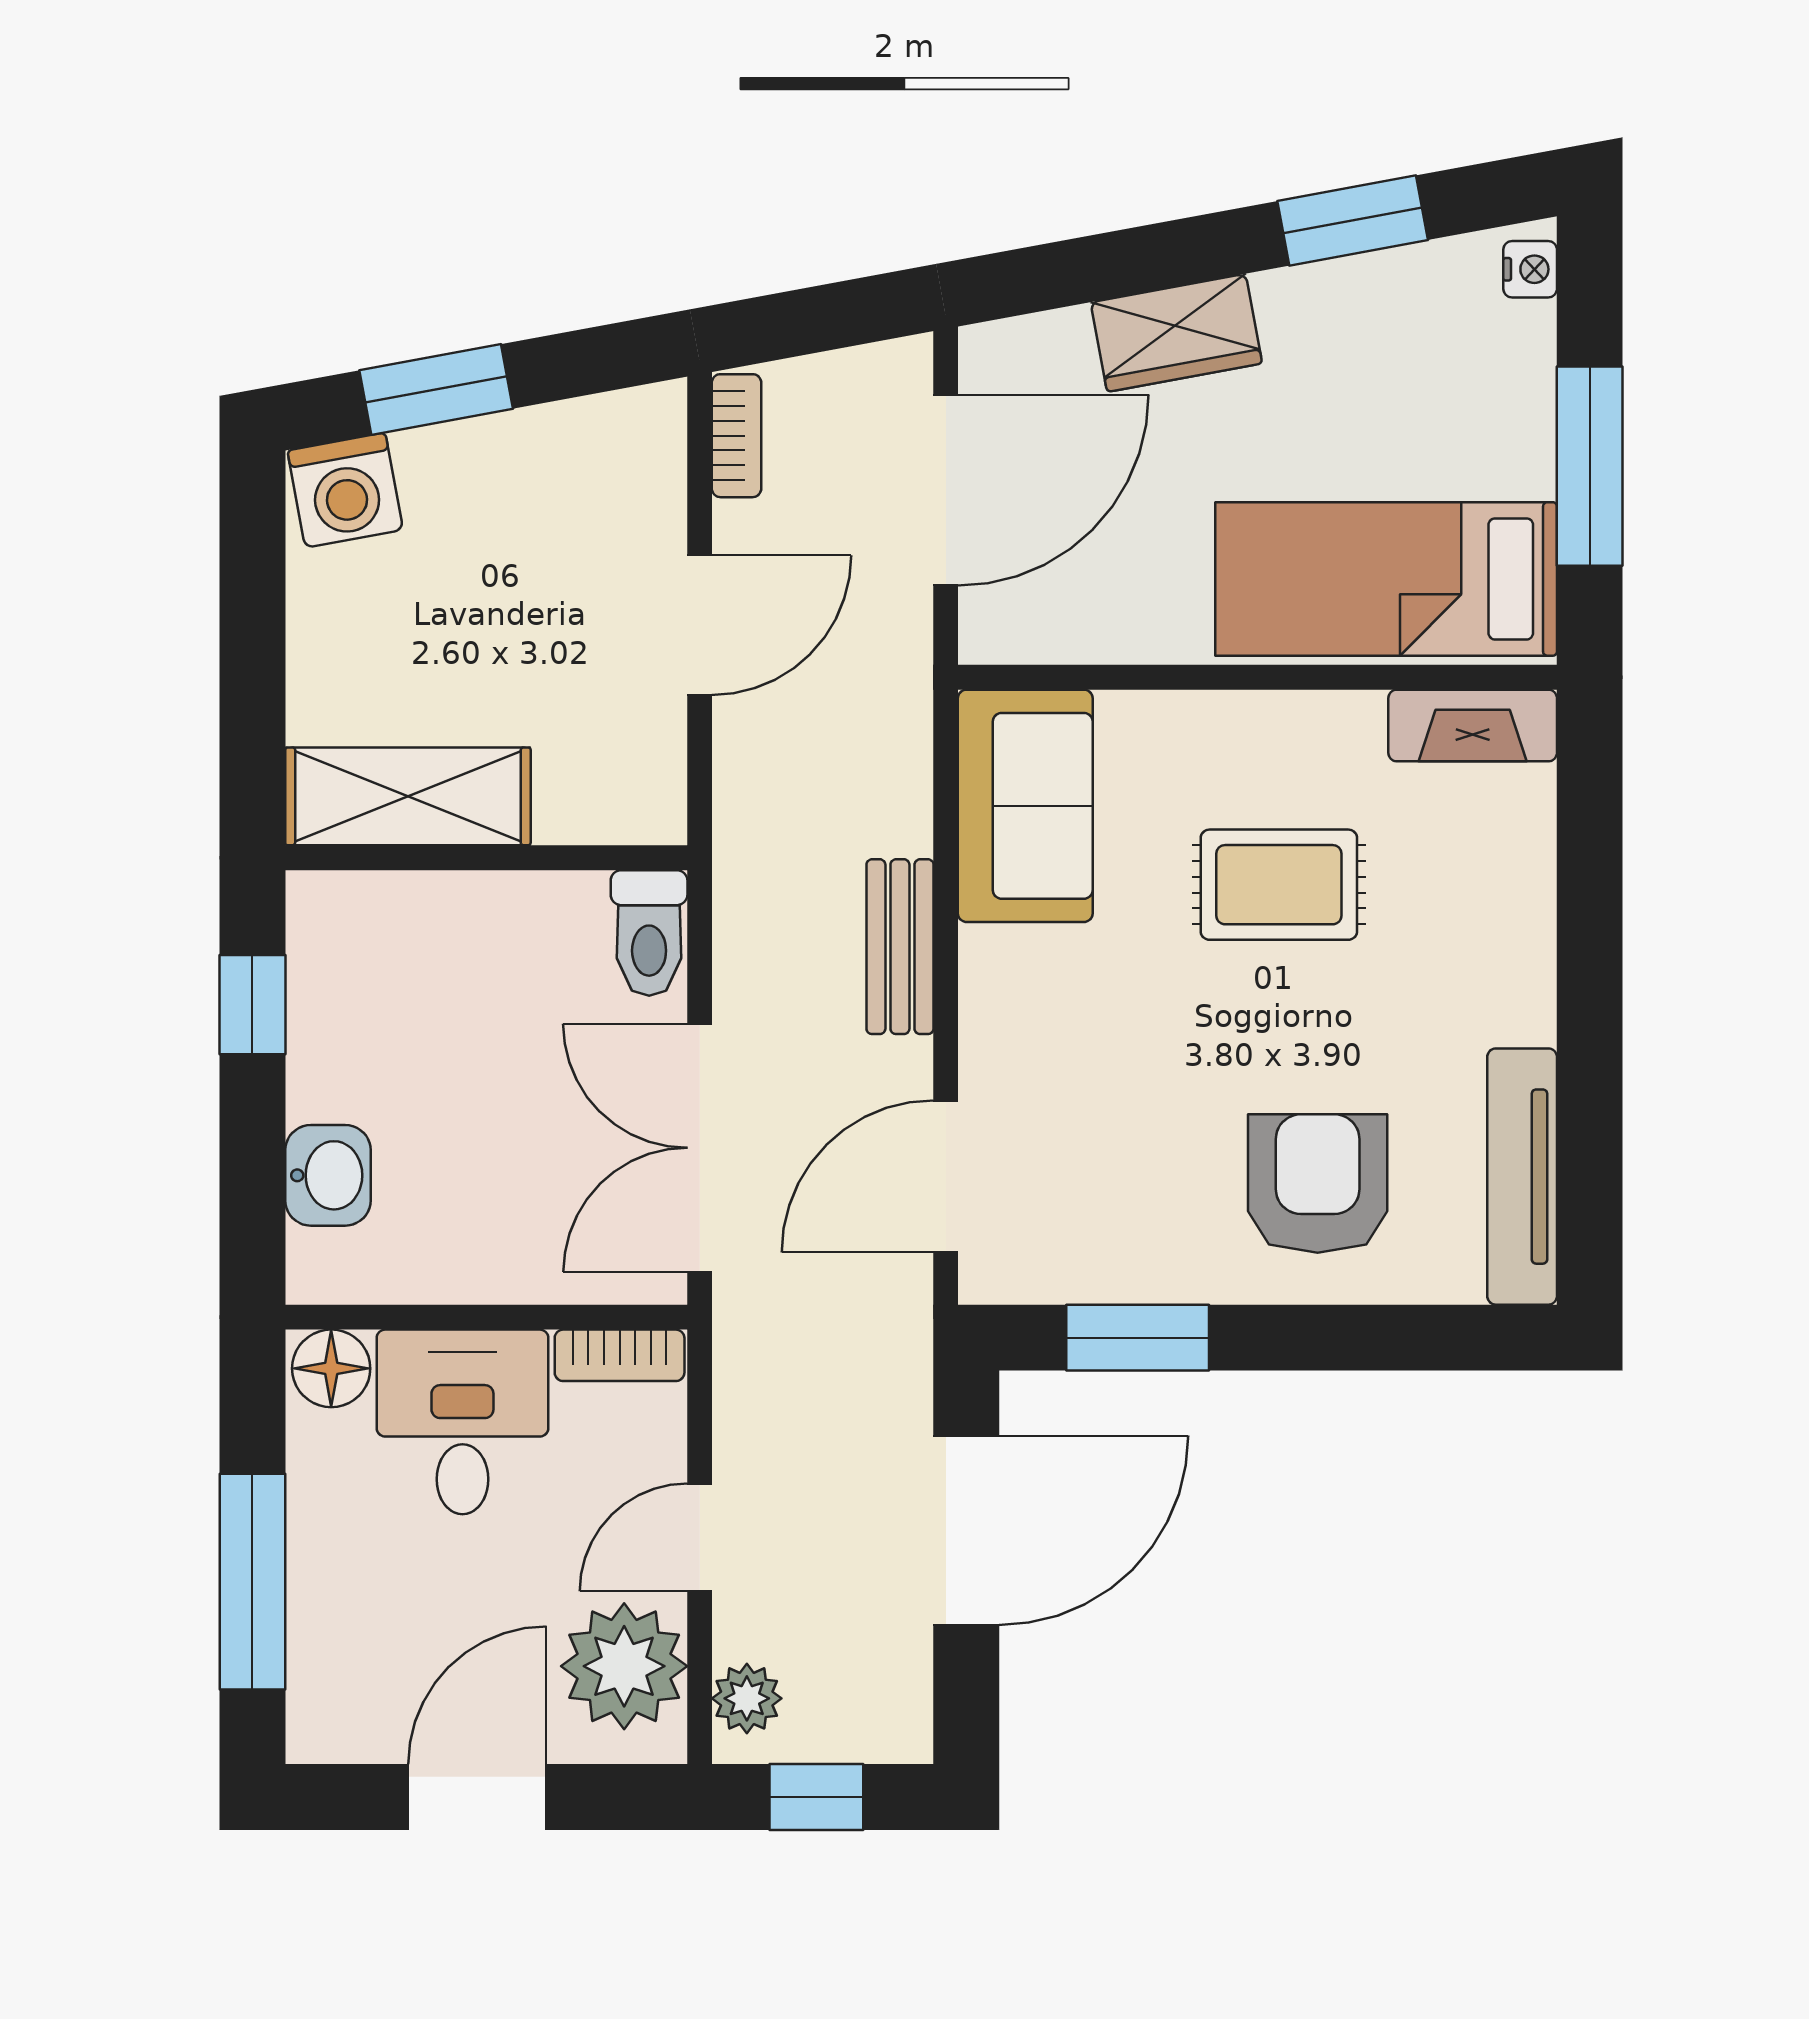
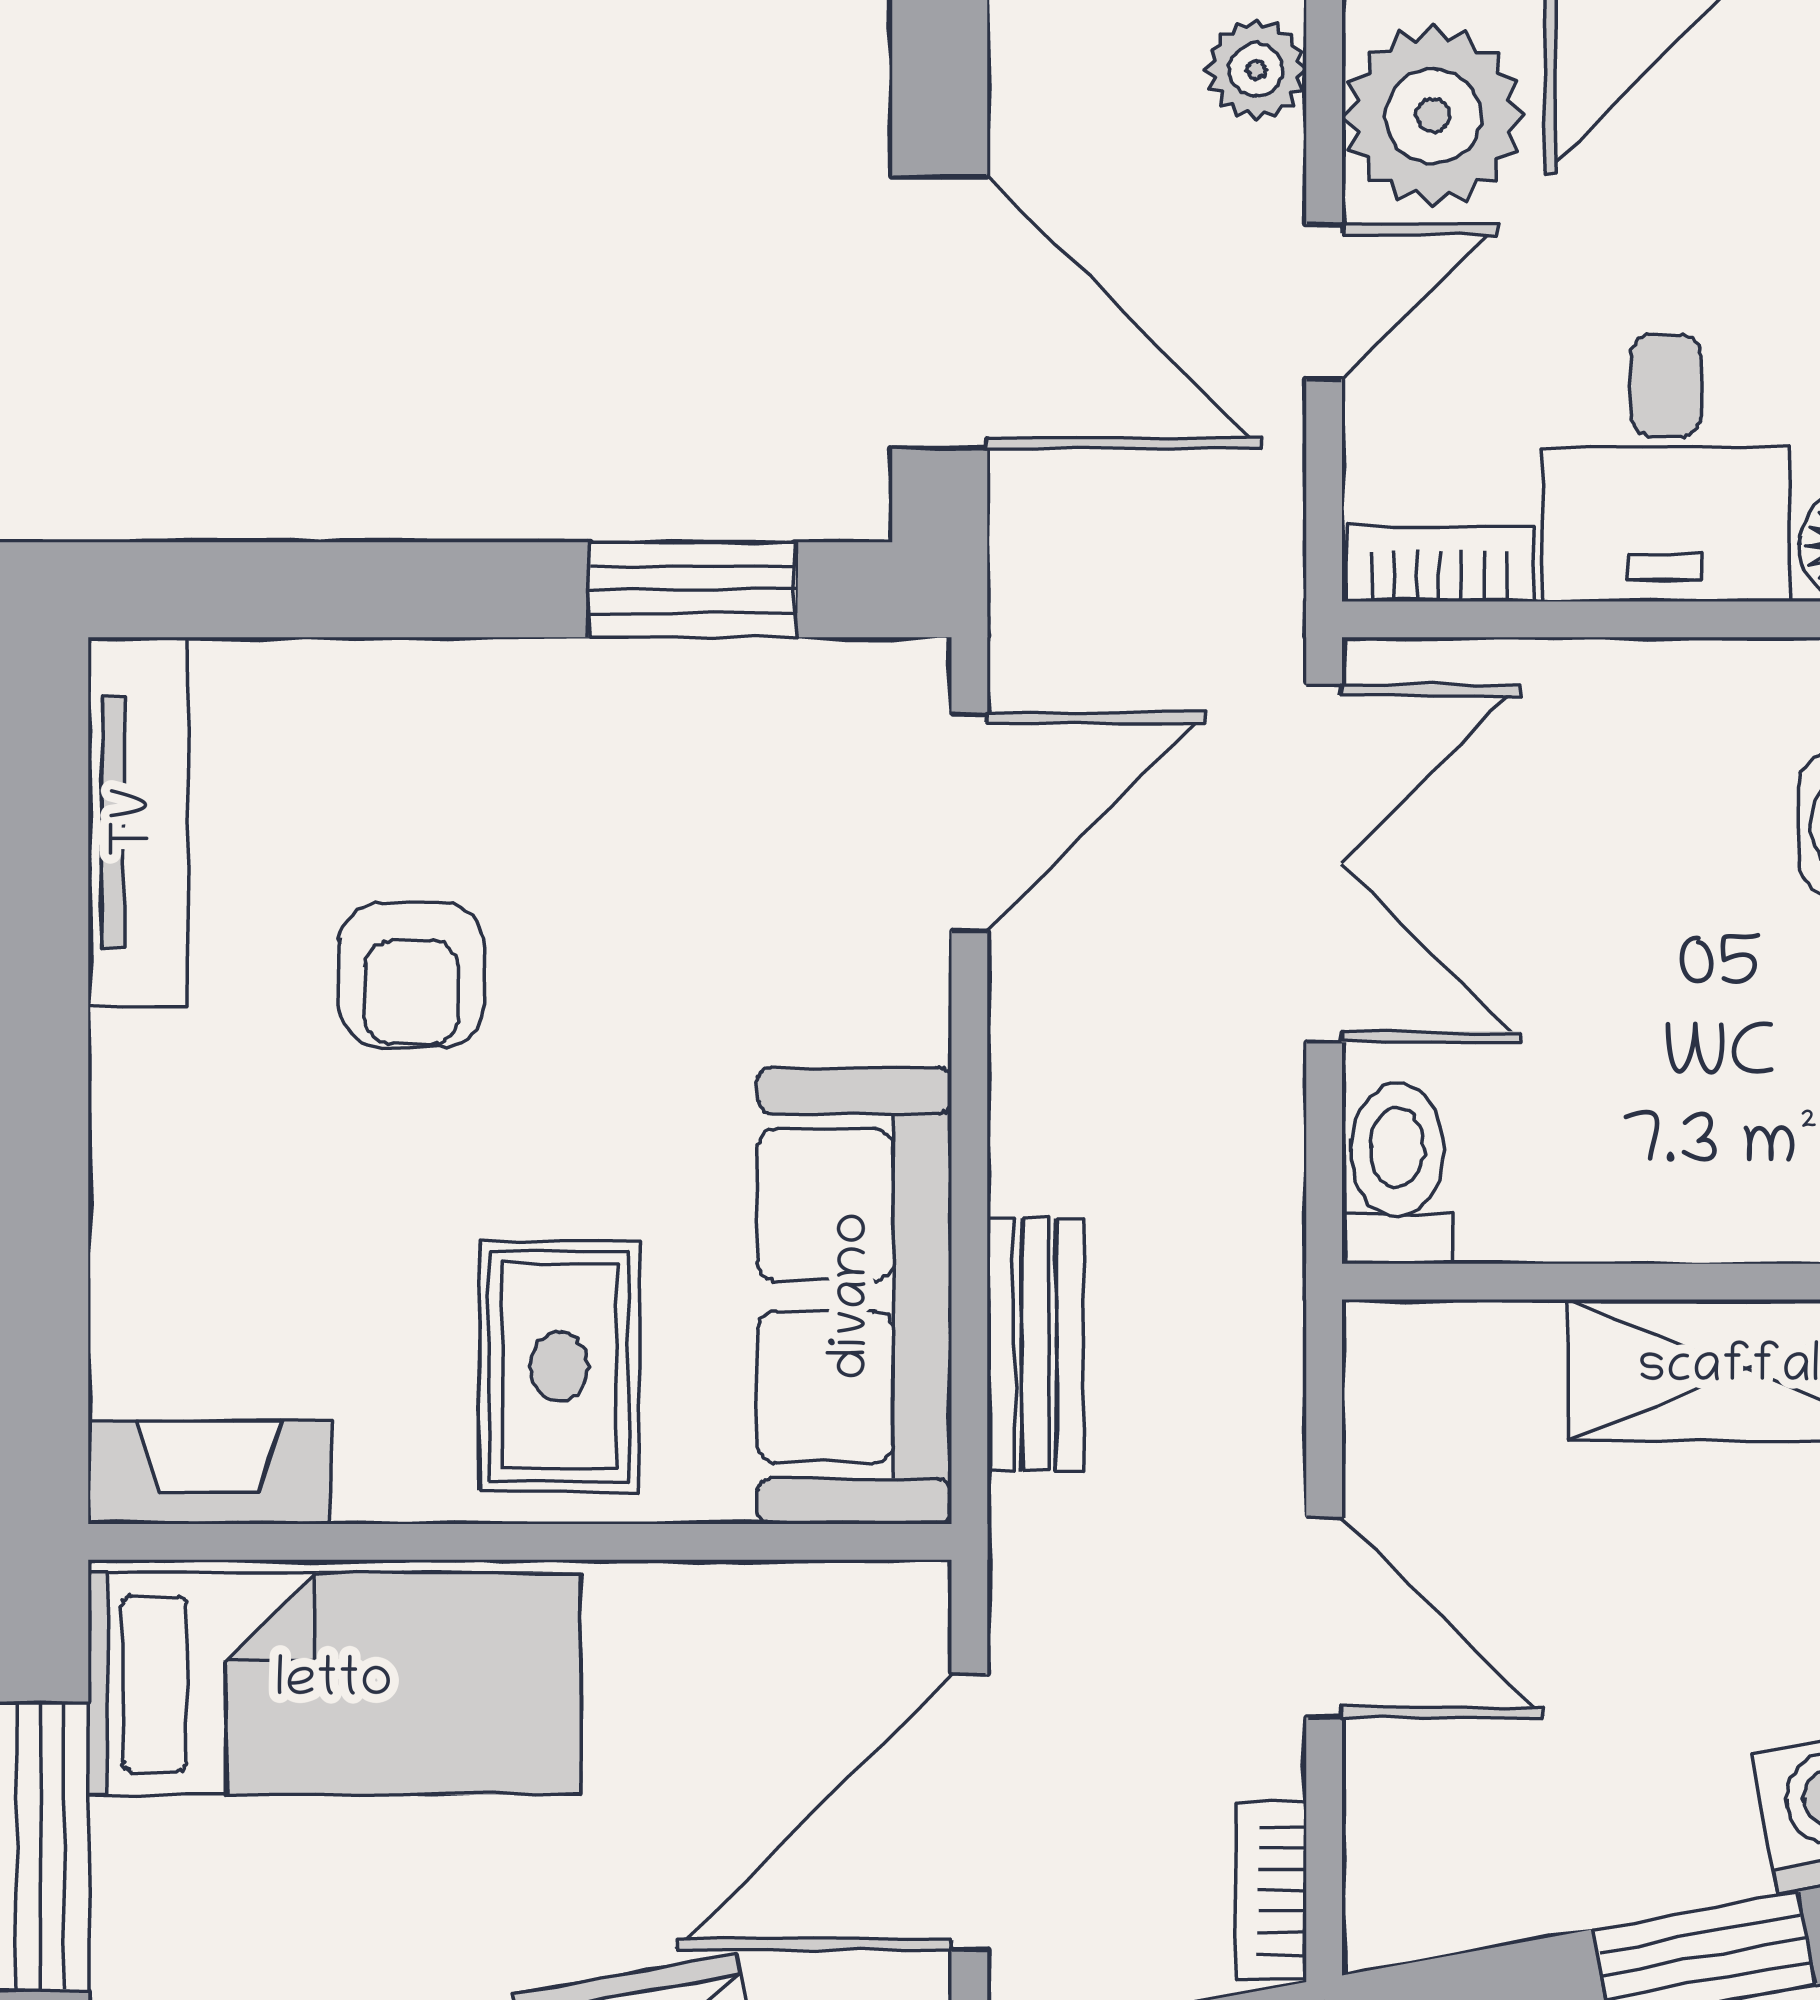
door: (700, 625) -> (1324, 1617), swing flipped
sofa: (1025, 806) -> (855, 1296), width x1.36
rug: (1279, 885) -> (559, 1366), moved, turned 90
bench: (900, 947) -> (1035, 1344), moved
armchair: (1318, 1184) -> (412, 975), moved, width x0.72, depth x0.72
door: (966, 1530) -> (940, 312), swing flipped

